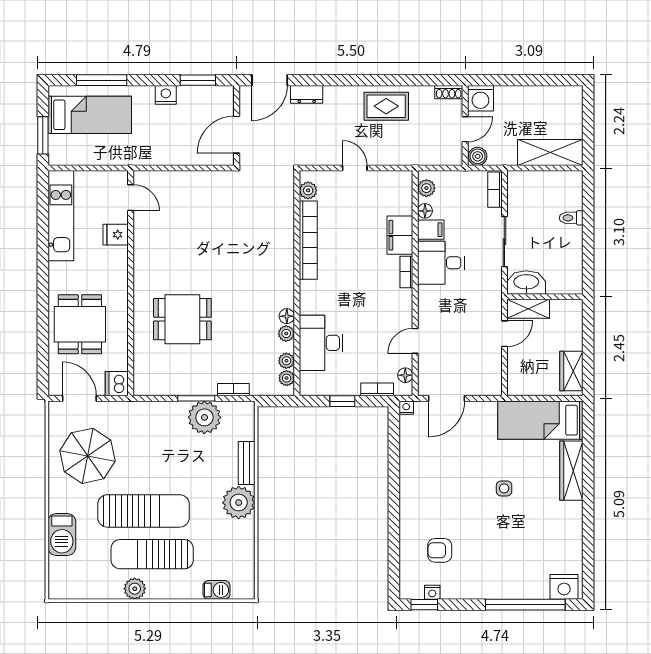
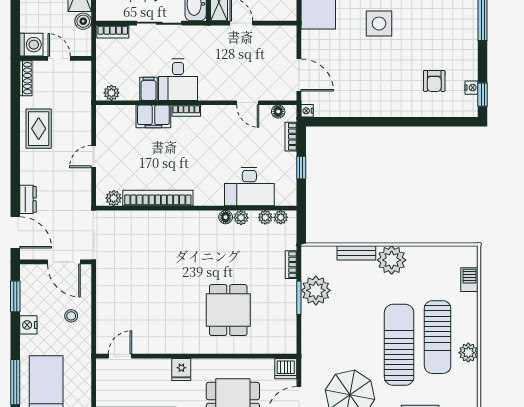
shoe rack: (449, 92) -> (26, 78), width x1.43
stool: (176, 143) -> (71, 316), added
boiler: (478, 156) -> (83, 21), moved
floor lamp: (425, 211) -> (132, 94), removed
fridge: (116, 235) -> (181, 370), moved
side table: (504, 488) -> (379, 24), width x1.87, depth x1.87

